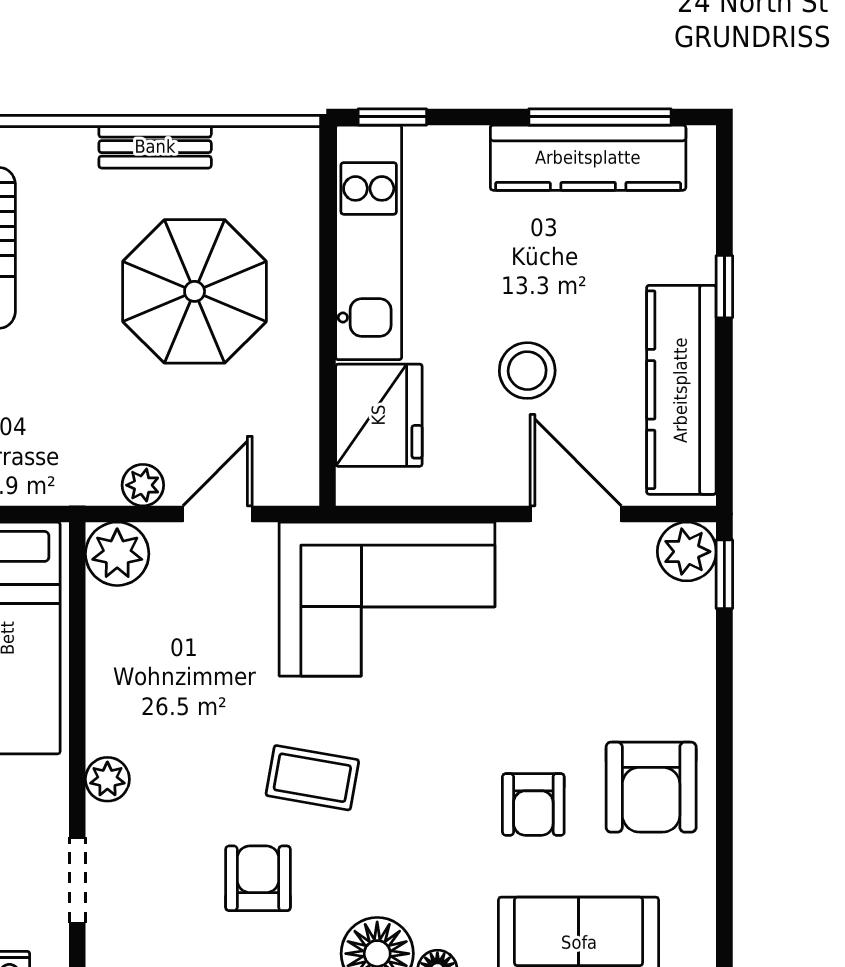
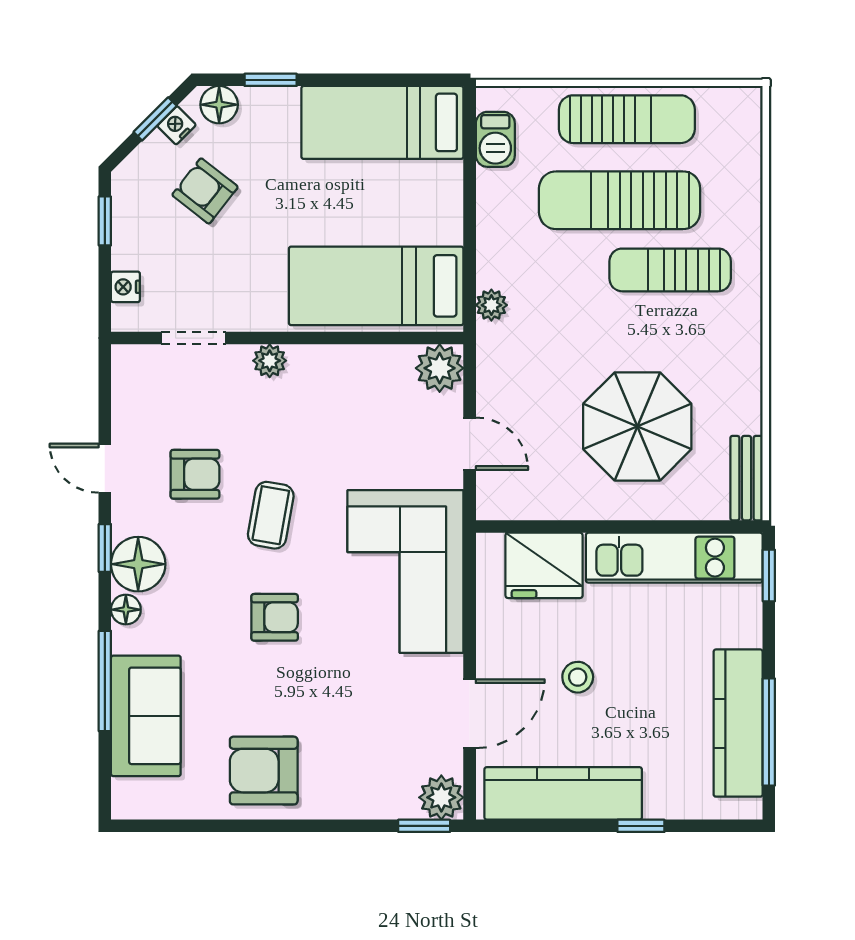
bench: (155, 147) -> (747, 478), moved
stool: (527, 371) -> (578, 677), width x0.73, depth x0.73
plant: (143, 485) -> (491, 305), moved
armchair: (533, 804) -> (275, 617), moved, turned 180

